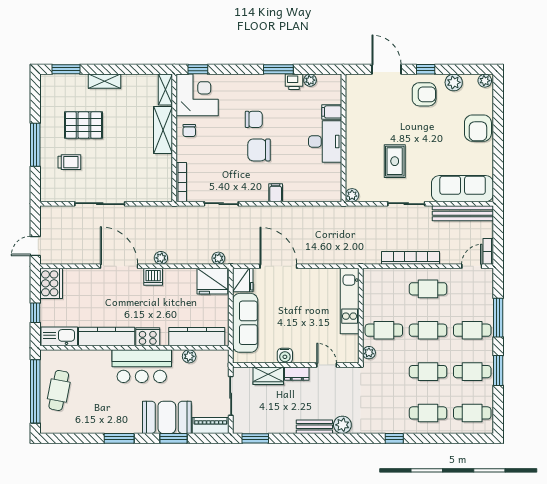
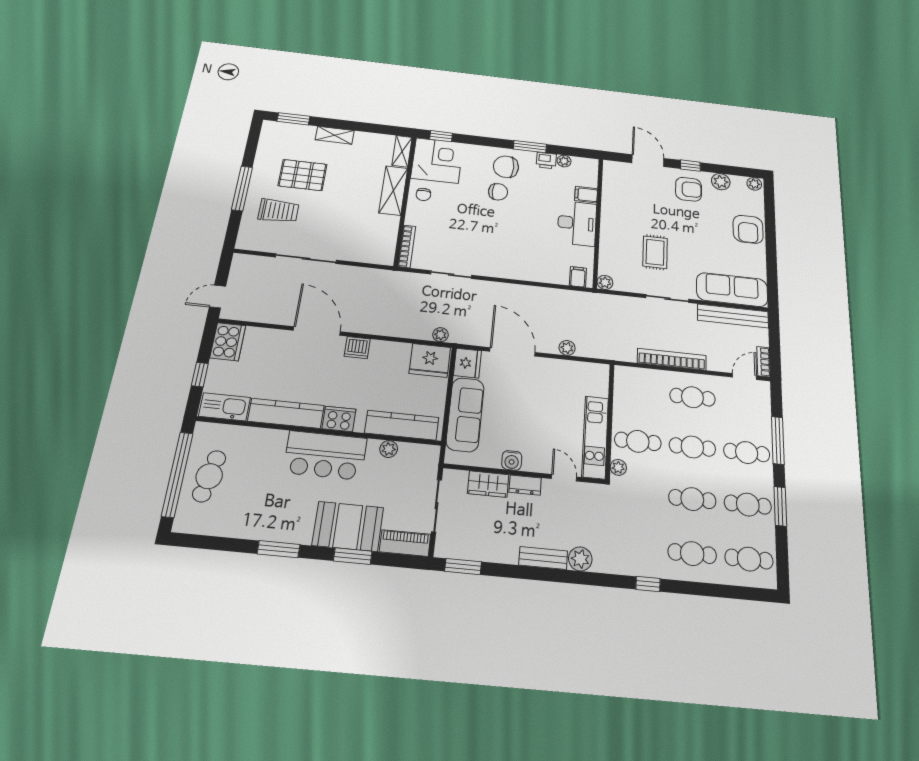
chair: (259, 150) -> (506, 167), moved
trolley: (69, 162) -> (278, 211), width x1.36, depth x1.39
filing cabinet: (276, 193) -> (578, 277), moved
plant: (161, 258) -> (567, 348), moved
kitchen unit: (350, 301) -> (595, 437), moved

